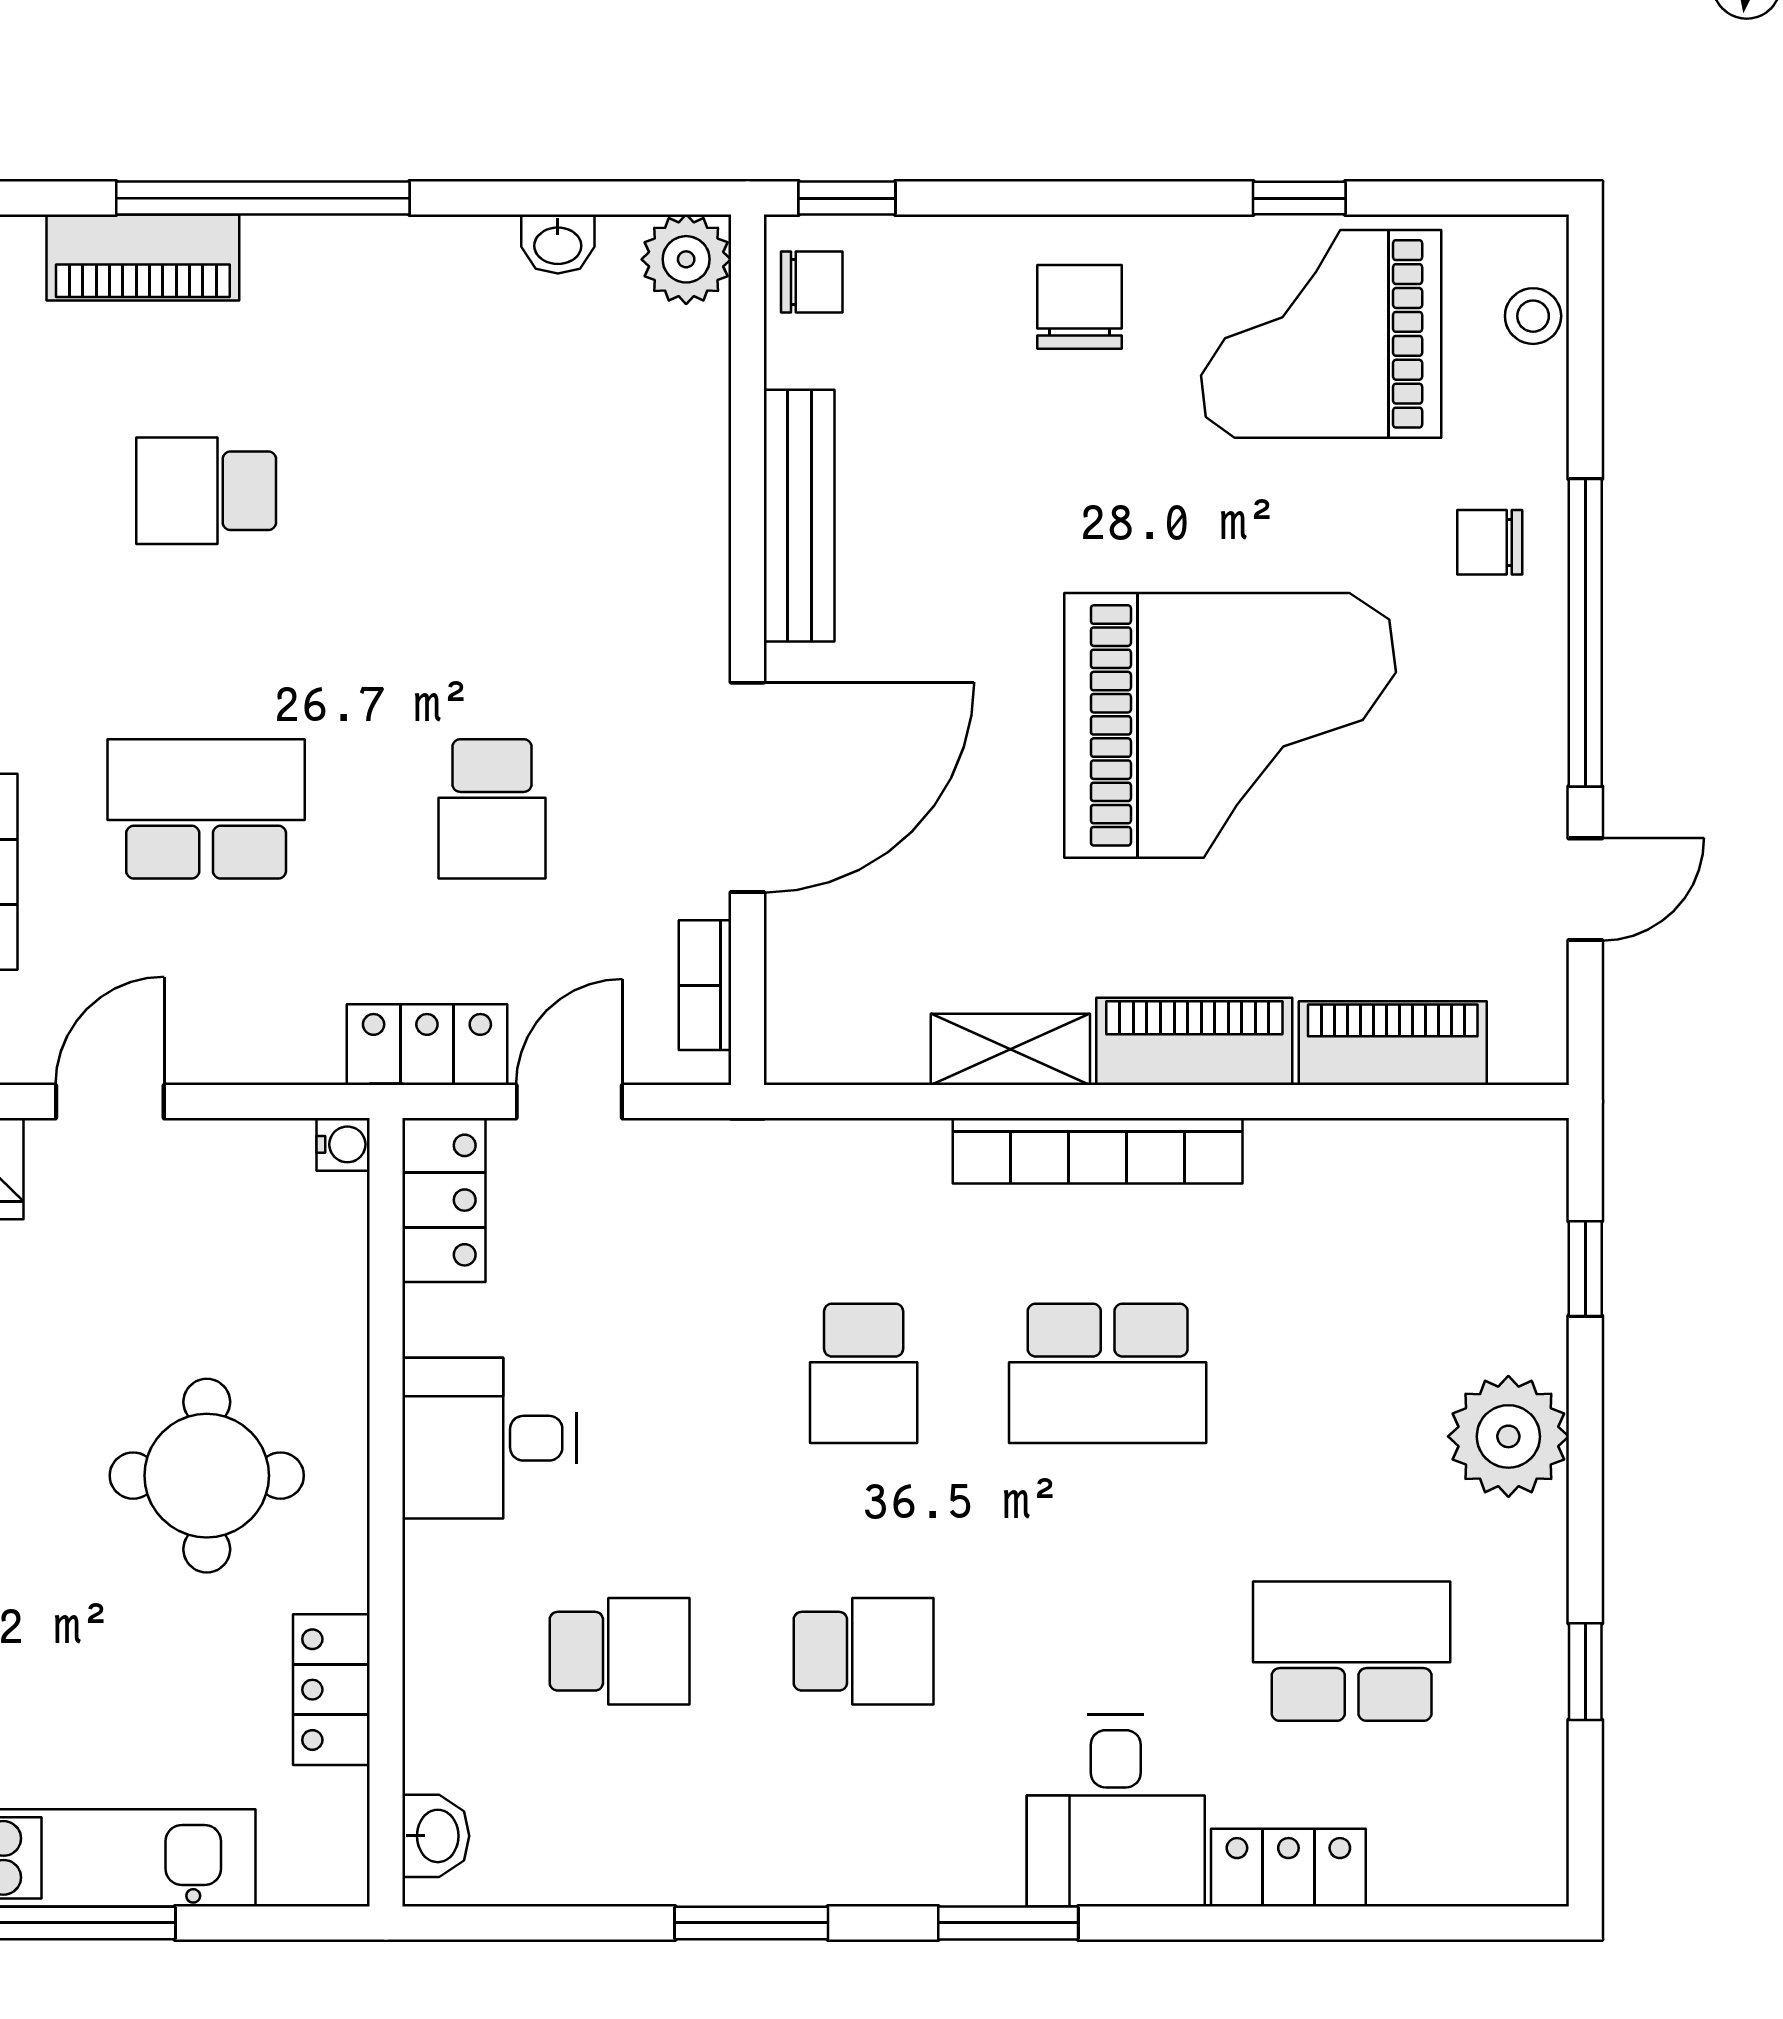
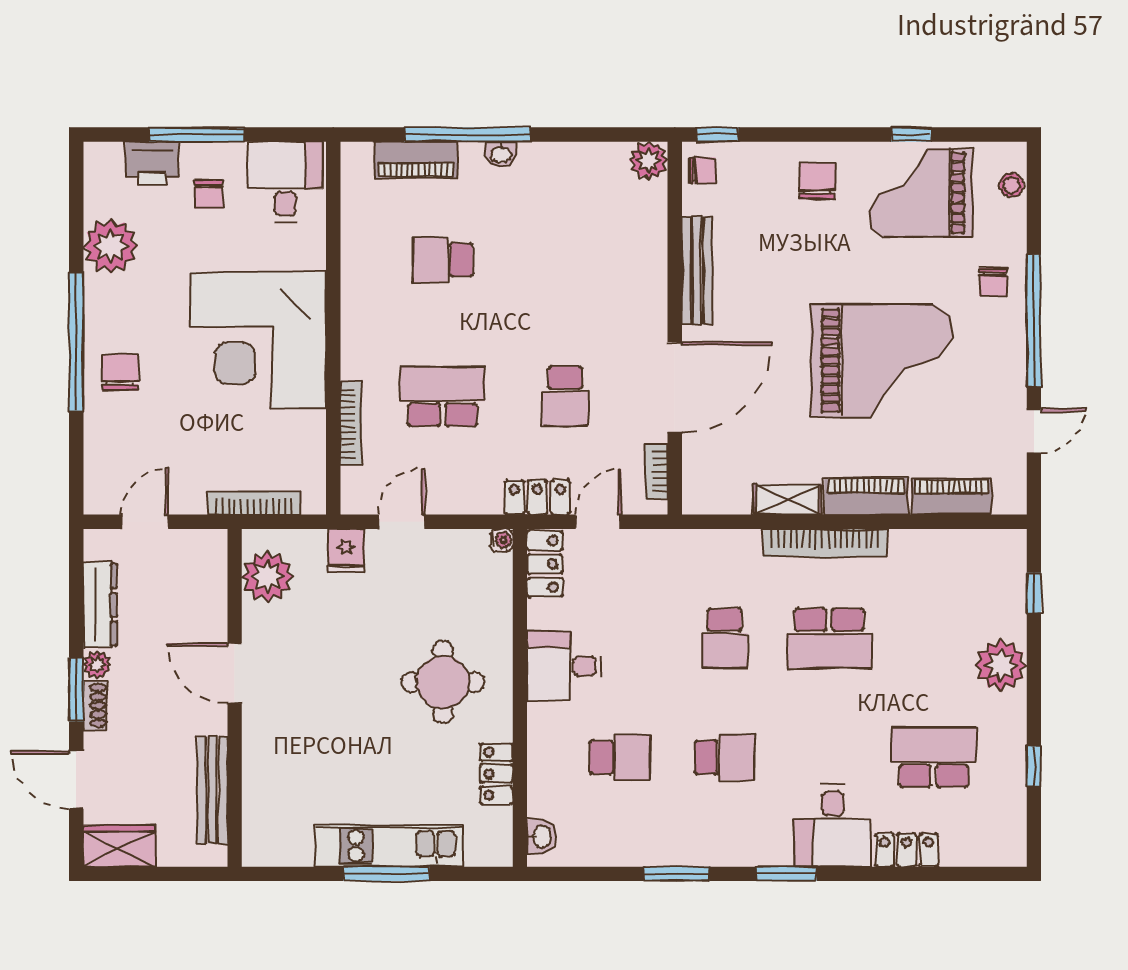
washbasin: (558, 244) -> (501, 154), moved
chair: (1490, 542) -> (993, 282), turned -90

